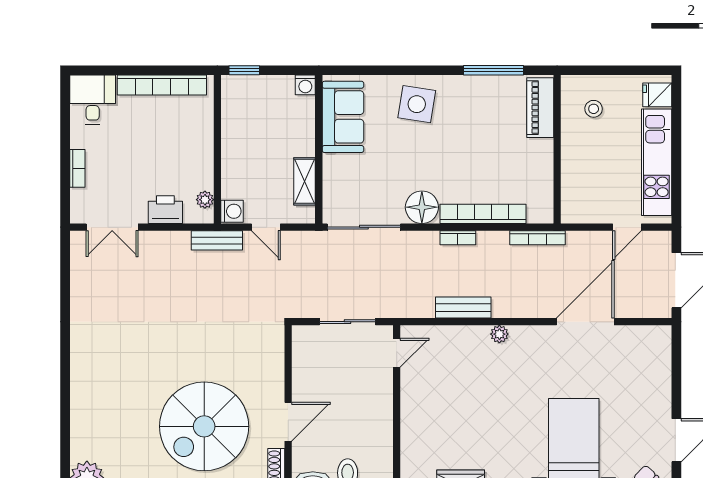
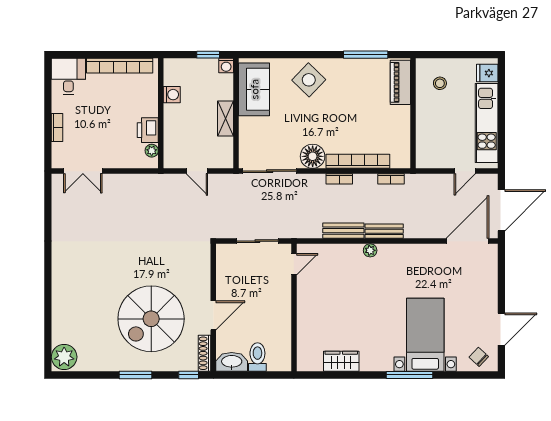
window: (244, 70) -> (208, 55), moved
side table: (417, 104) -> (309, 80), turned 35
shelving: (305, 181) -> (226, 119), moved
printer: (165, 210) -> (148, 130), moved, turned -90
washing machine: (232, 211) -> (172, 95), moved
bookcase: (538, 238) -> (391, 179), width x0.64
bench: (217, 240) -> (384, 231), moved
door: (585, 322) -> (467, 241), moved

